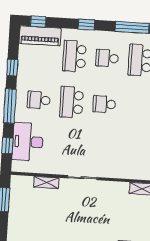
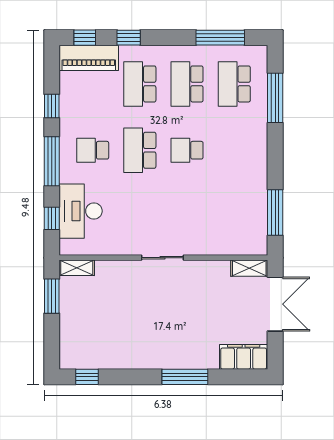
window: (86, 25) -> (129, 38), moved
school desk: (107, 58) -> (187, 84), width x1.85
shelving: (46, 182) -> (77, 268), moved

